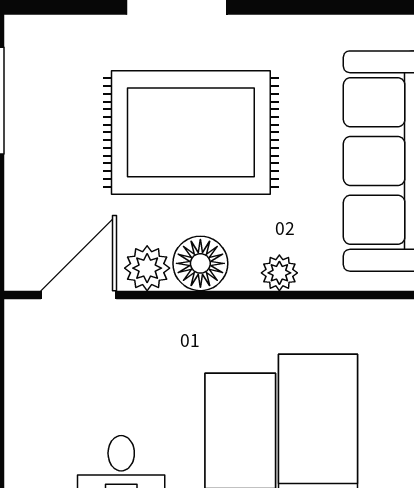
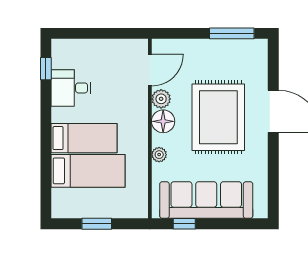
door: (79, 295) -> (150, 70), hinge flipped

